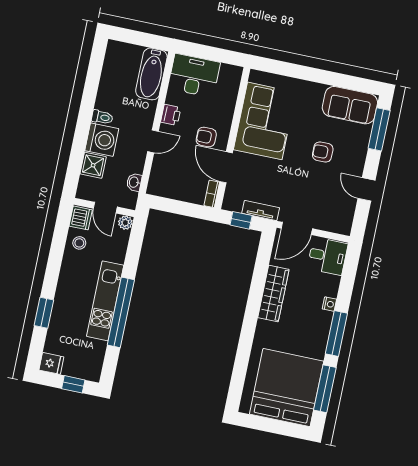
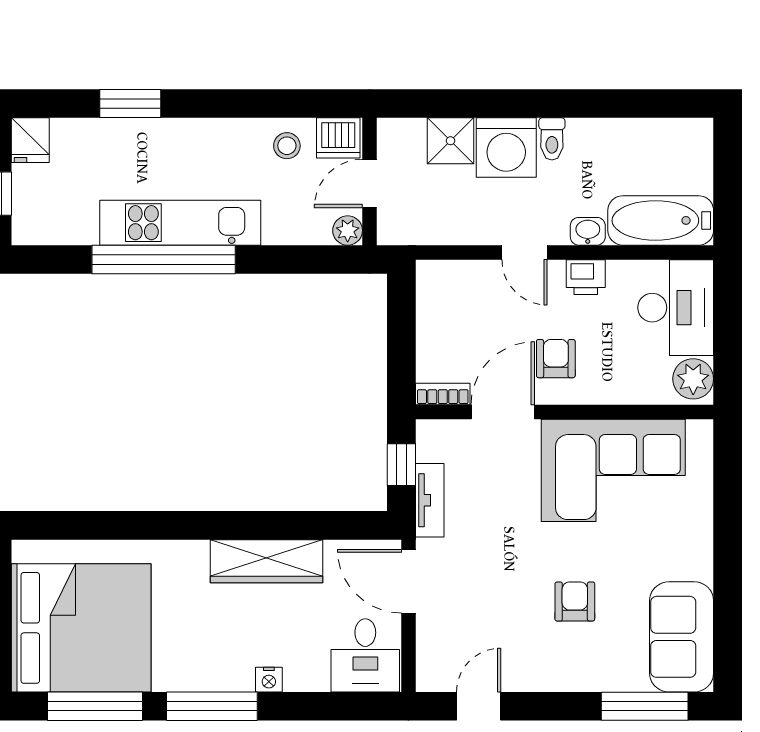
plant: (229, 74) -> (693, 379), added
washbasin: (134, 182) -> (588, 231), moved
door: (367, 189) -> (479, 706), moved

